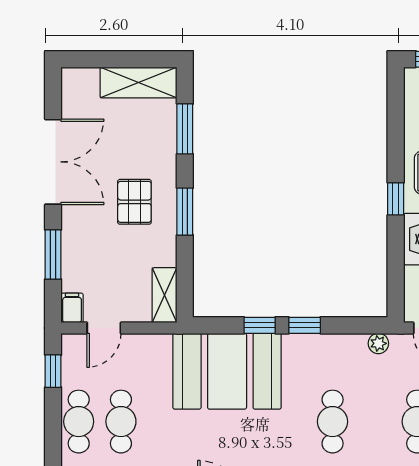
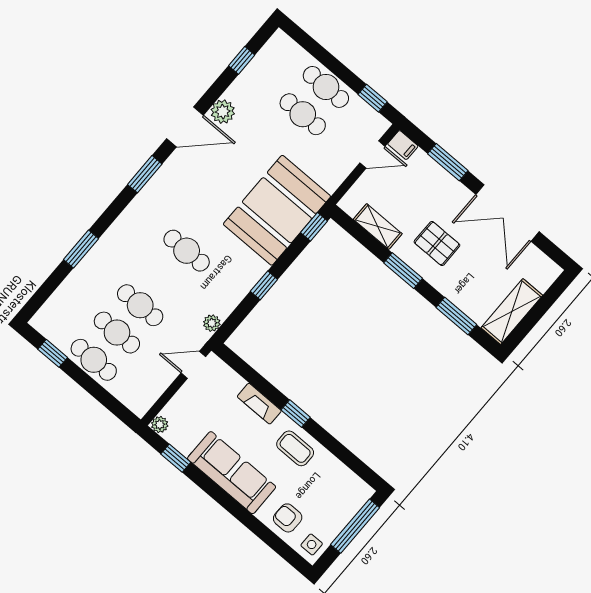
shelving: (165, 295) -> (378, 227), moved
window: (260, 325) -> (314, 227), moved
door: (104, 328) -> (372, 155), swing flipped

